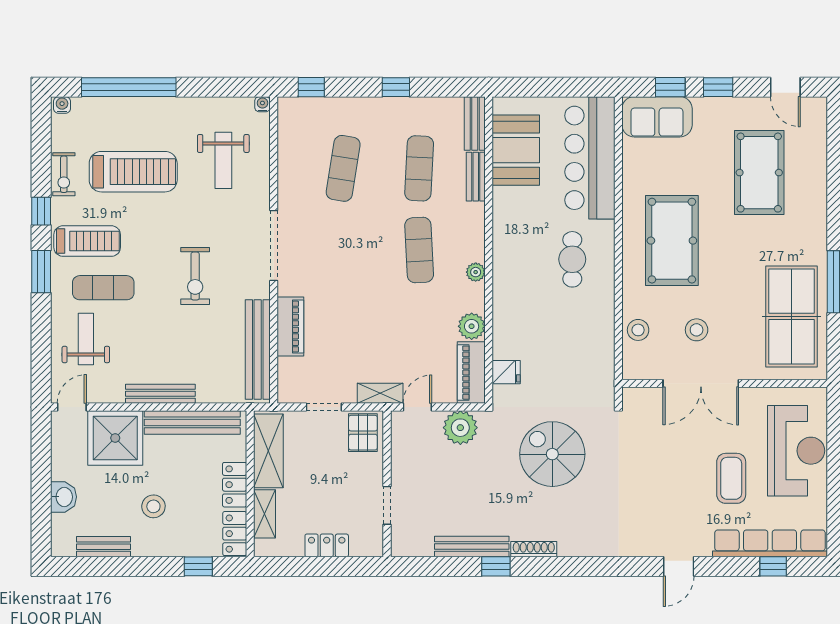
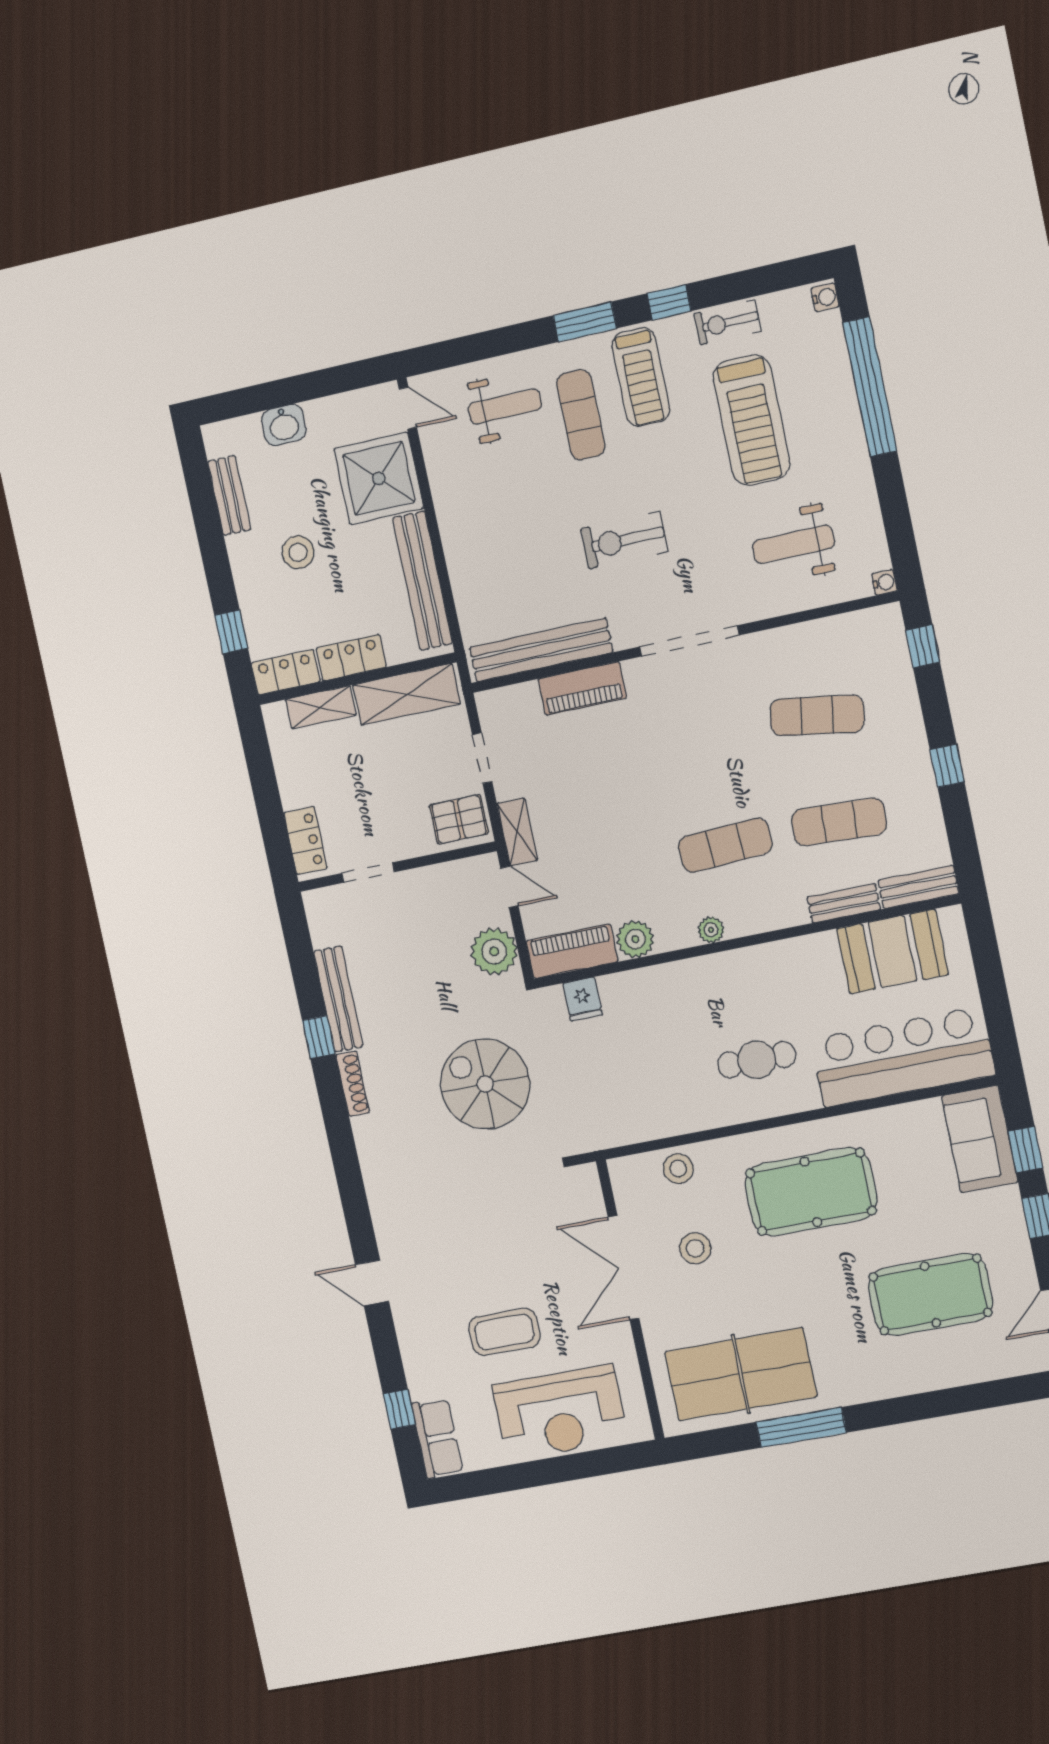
bench: (160, 394) -> (452, 528), removed
spiral stairs: (552, 454) -> (485, 1084), turned -90
row of seats: (770, 543) -> (437, 1438), width x0.50
locker: (327, 545) -> (305, 841), moved

